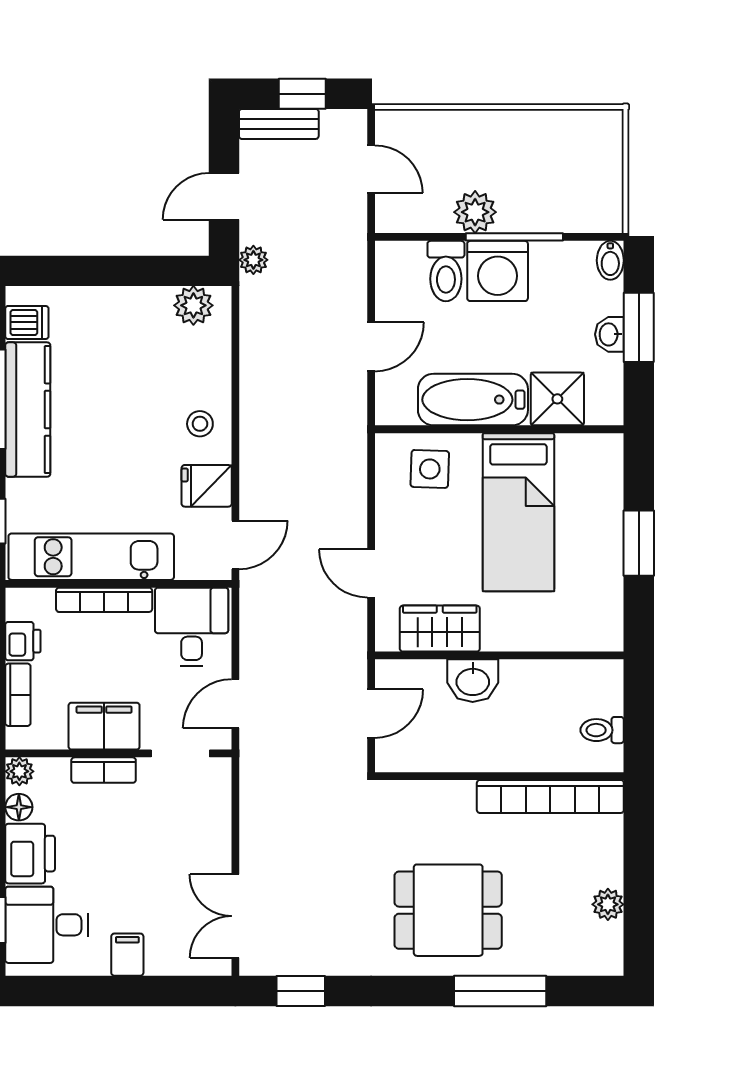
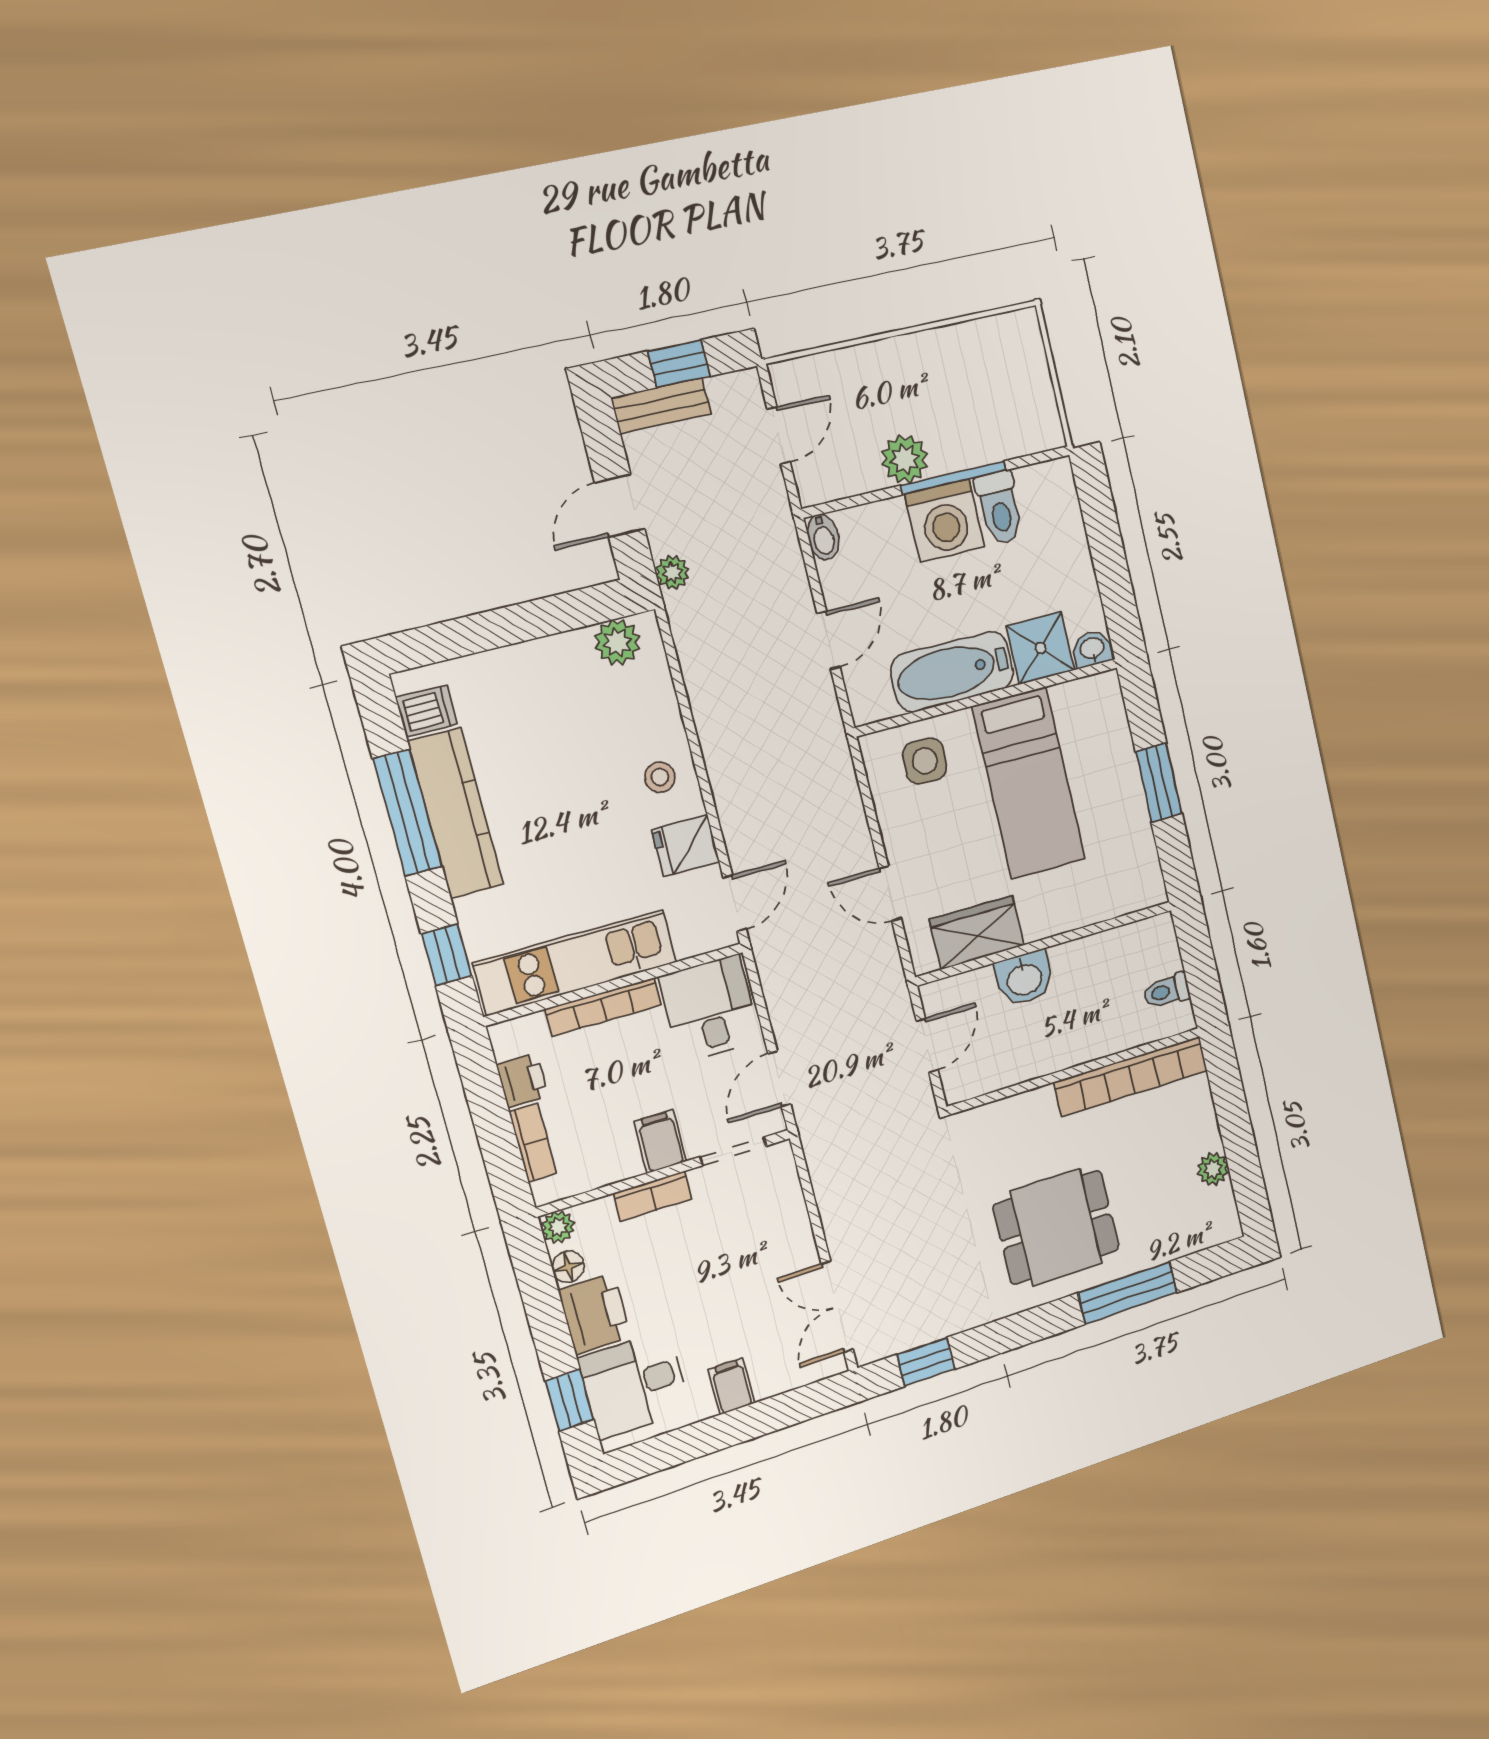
door: (371, 169) -> (779, 436), hinge flipped
bidet: (610, 260) -> (823, 537), moved
toilet: (446, 271) -> (999, 507), moved
window: (639, 327) -> (1106, 548), removed
washbasin: (609, 334) -> (1092, 649), moved, turned 90
filing cabinet: (104, 726) -> (660, 1141), width x0.50

